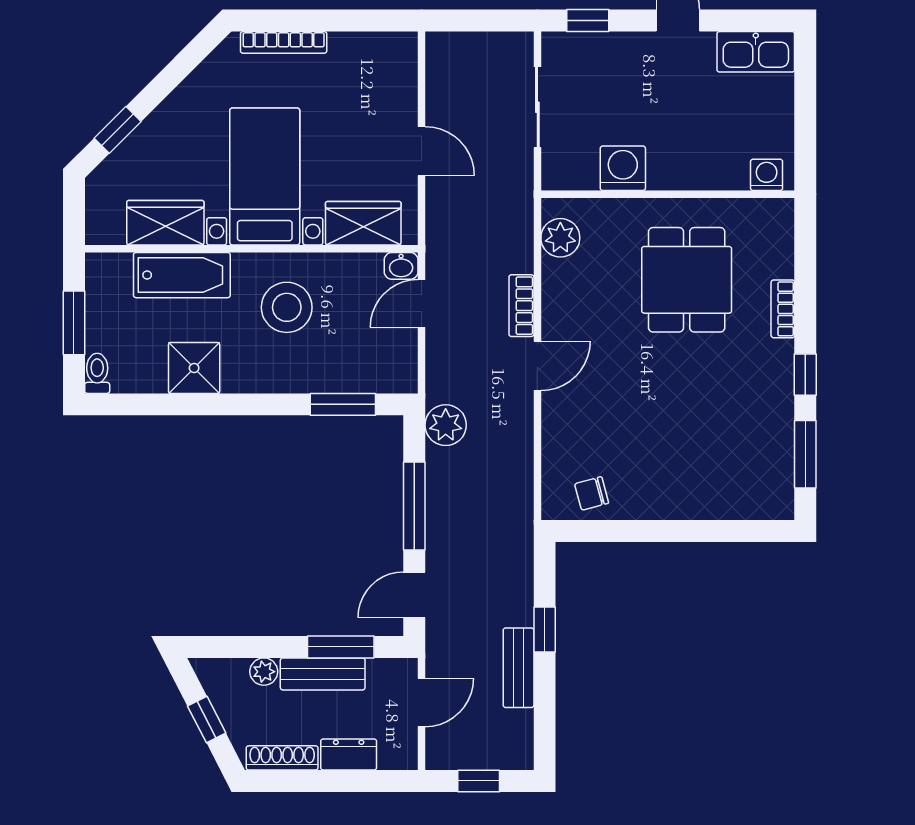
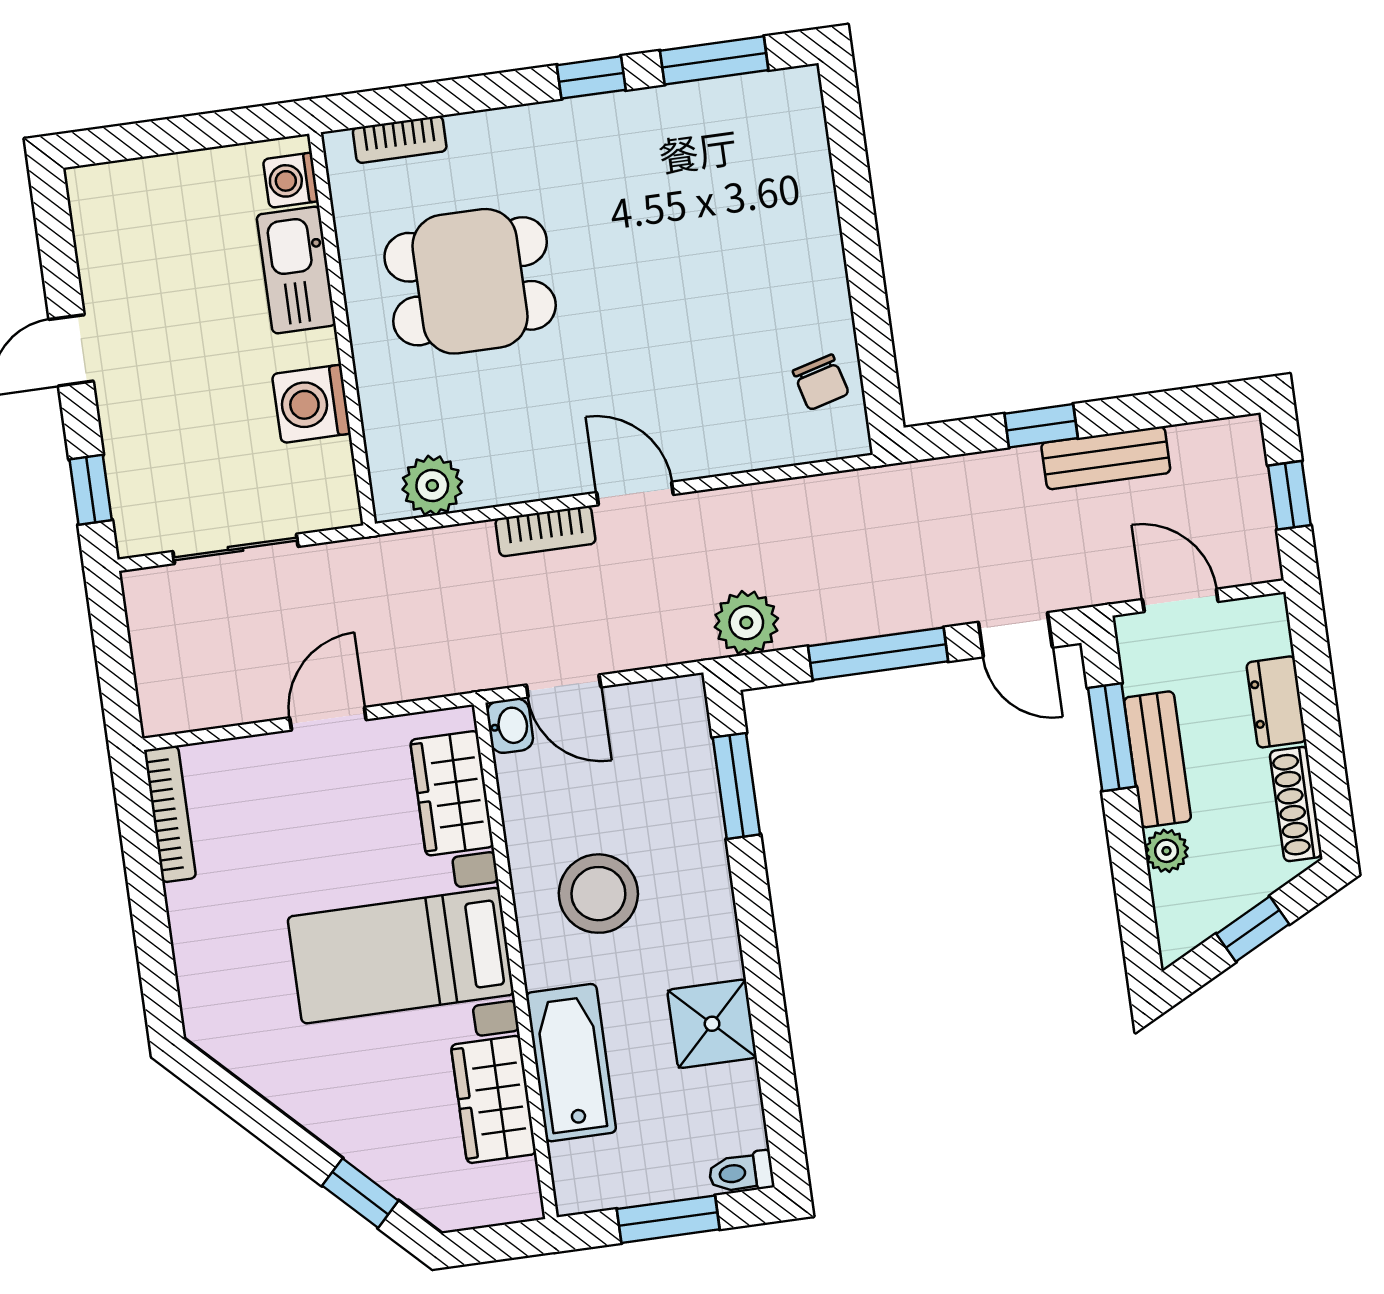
bookcase: (284, 42) -> (170, 814), moved
kitchen sink: (756, 52) -> (296, 270), moved, turned 180
bookcase: (783, 309) -> (400, 139), moved

